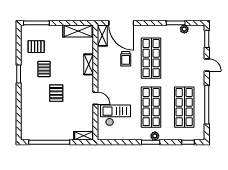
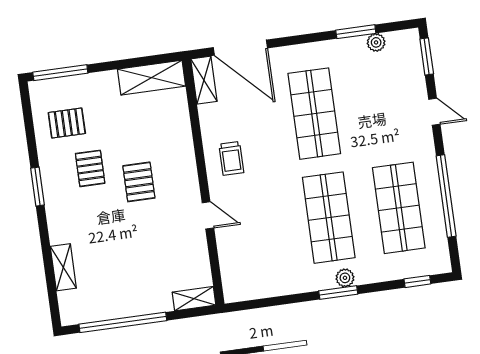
trolley: (126, 59) -> (231, 158), moved
shelving: (89, 64) -> (63, 267), moved
pallet: (56, 93) -> (139, 182), moved
checkout: (115, 115) -> (255, 246), removed

